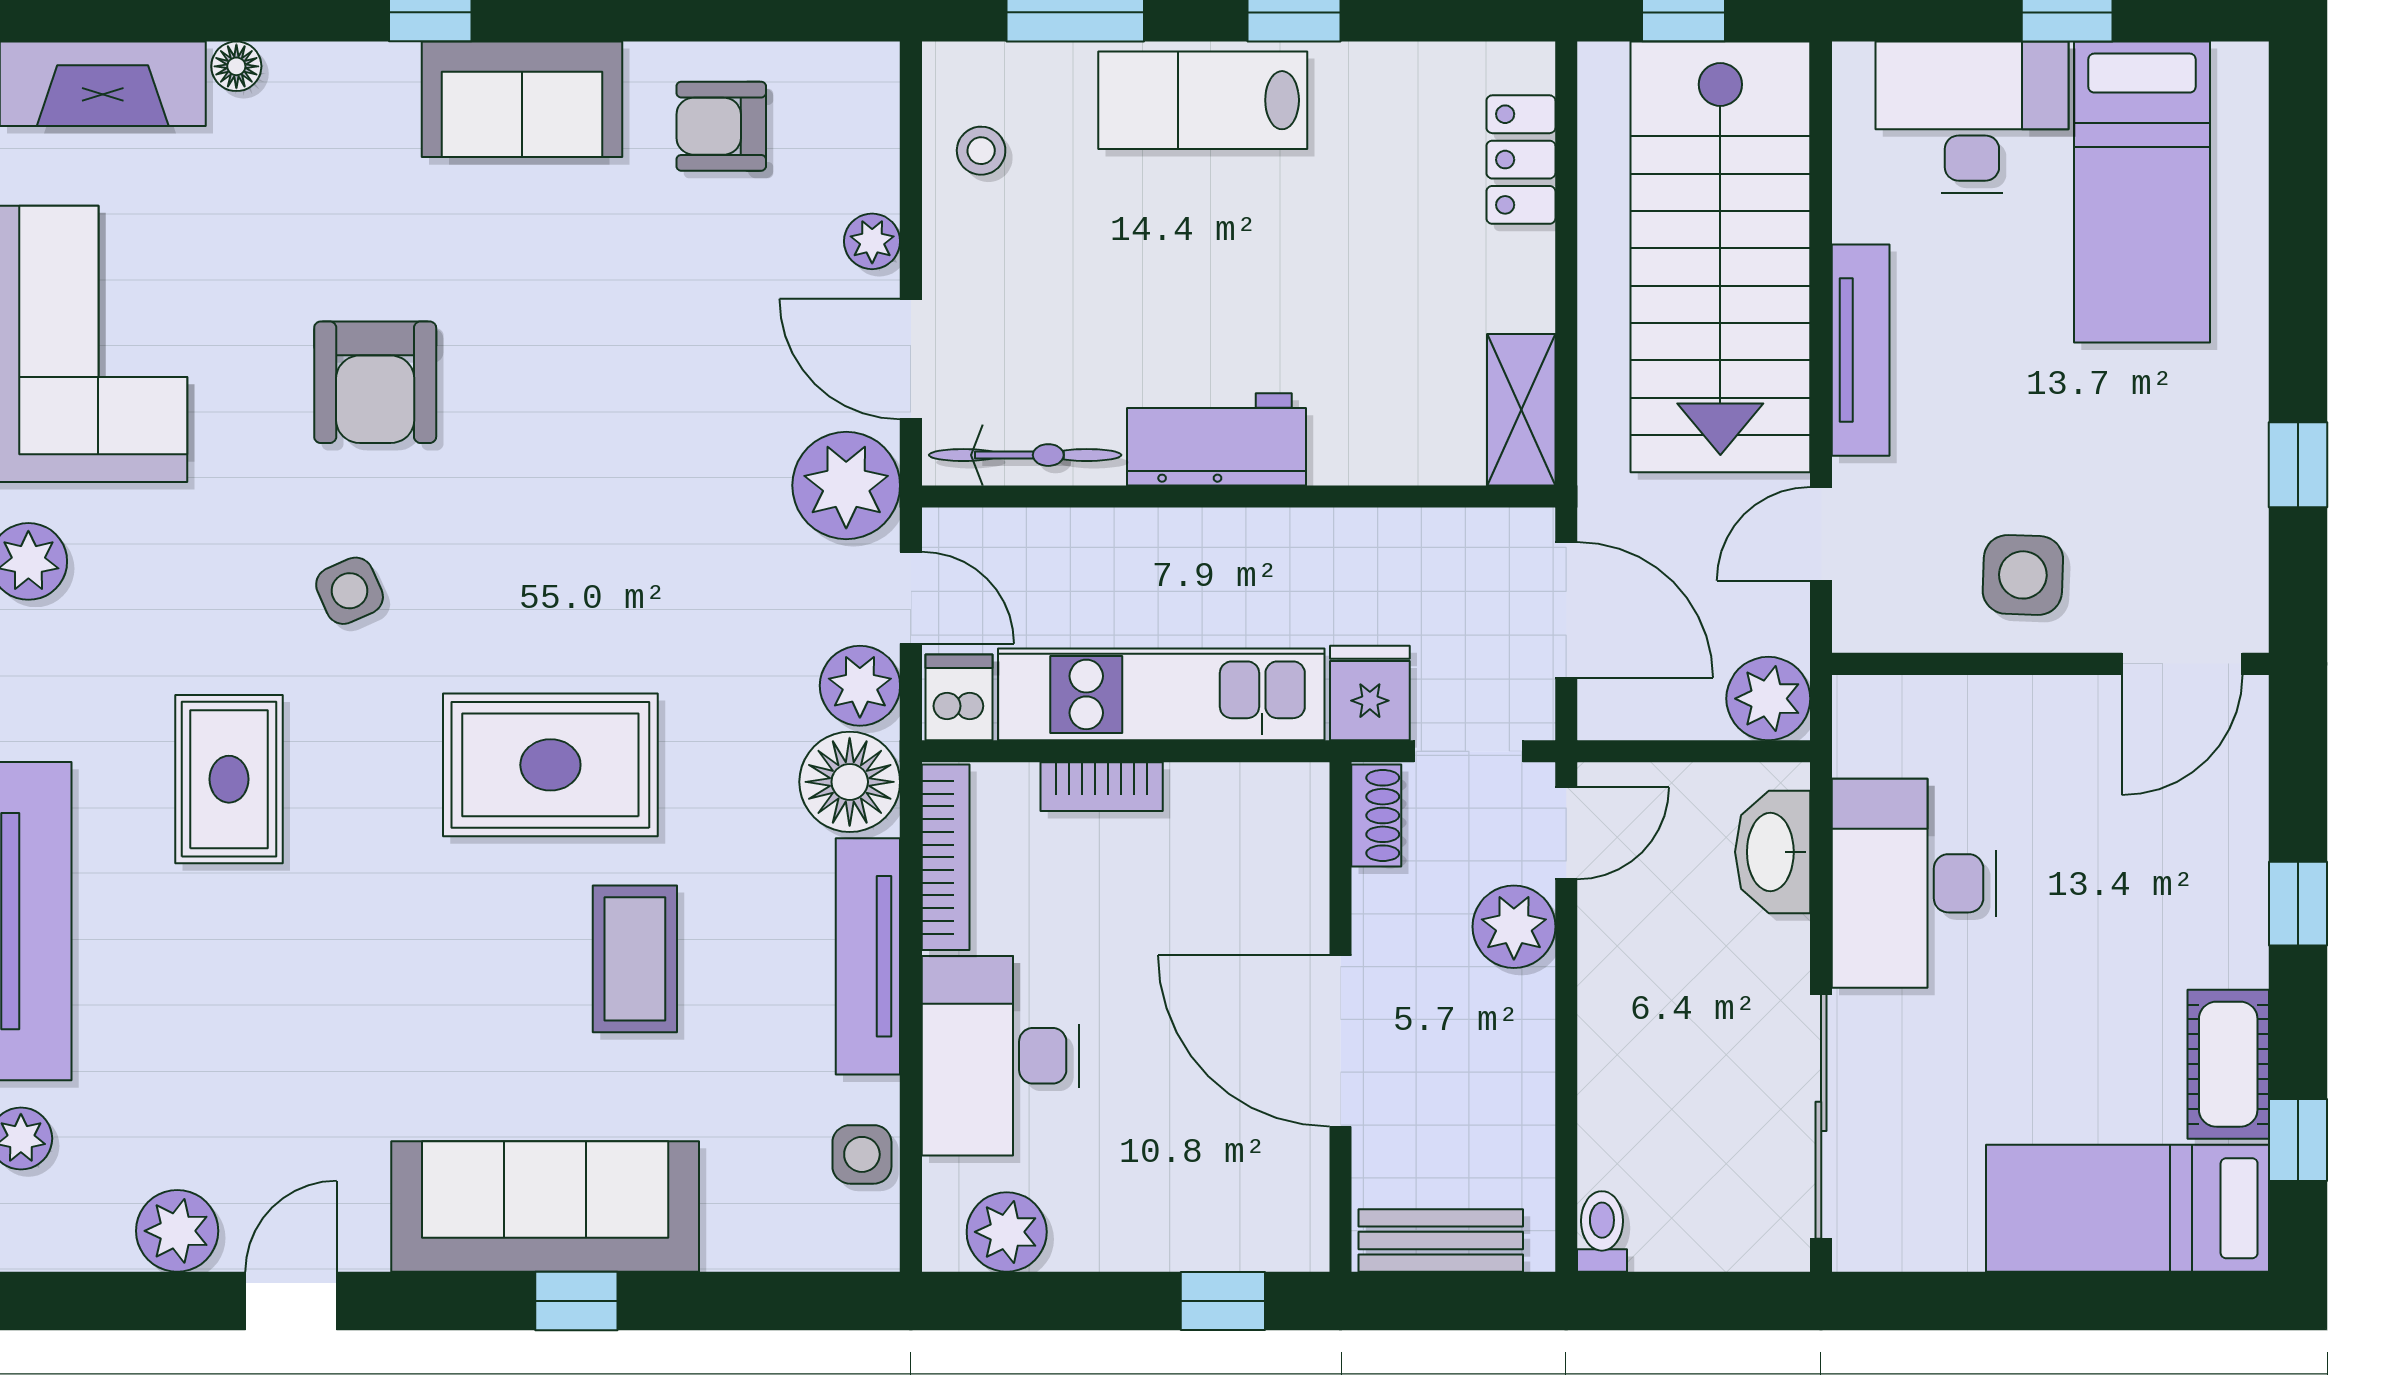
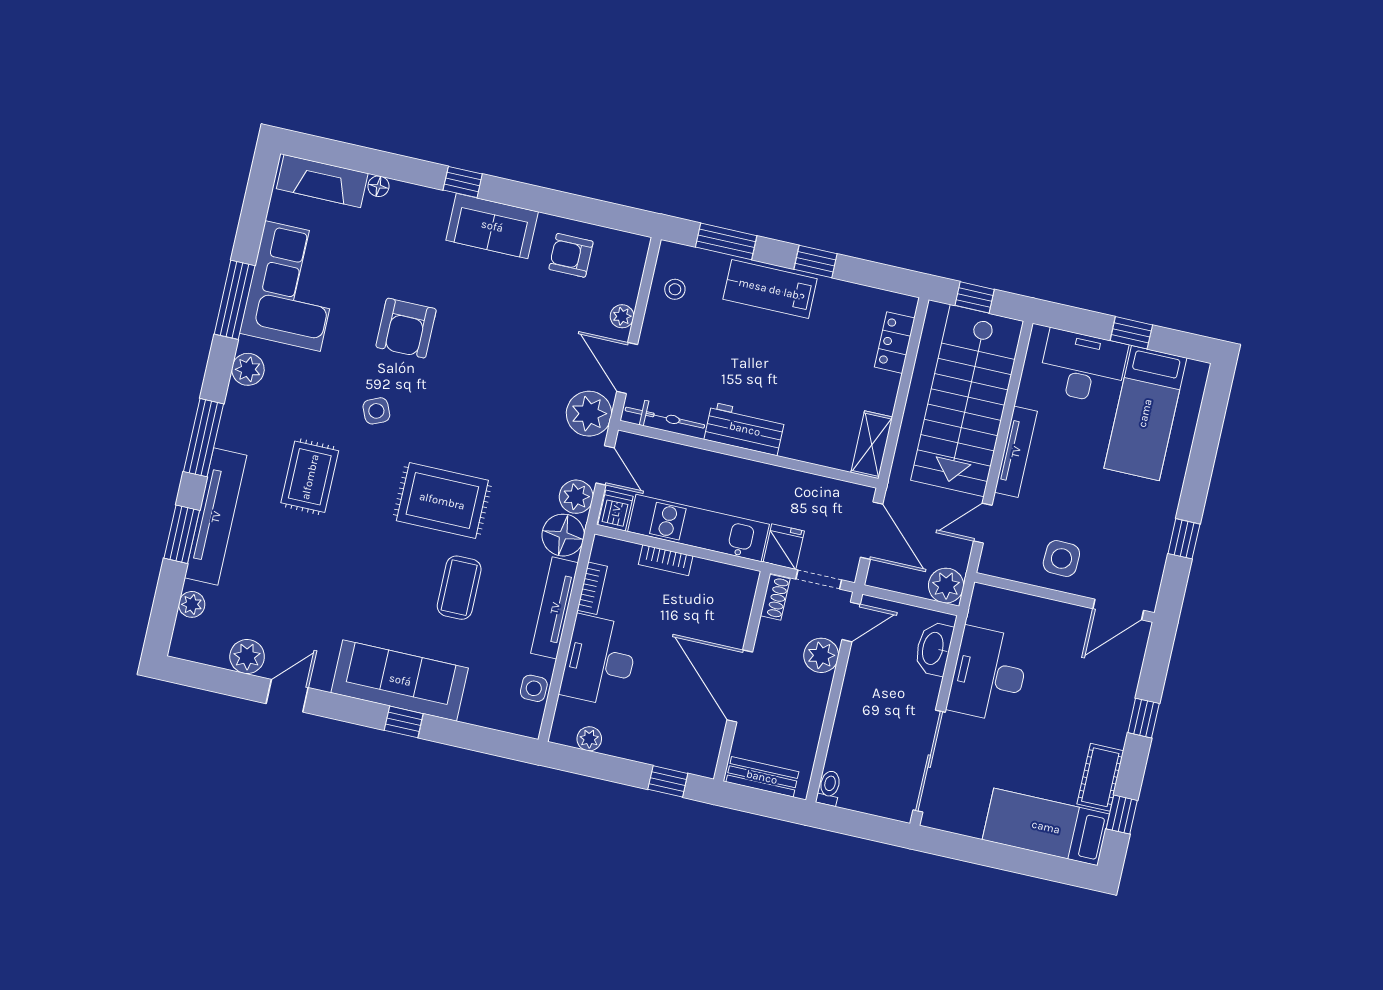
bookcase: (946, 857) -> (592, 588), width x0.64
plant: (1007, 1232) -> (589, 739), width x0.73, depth x0.73

